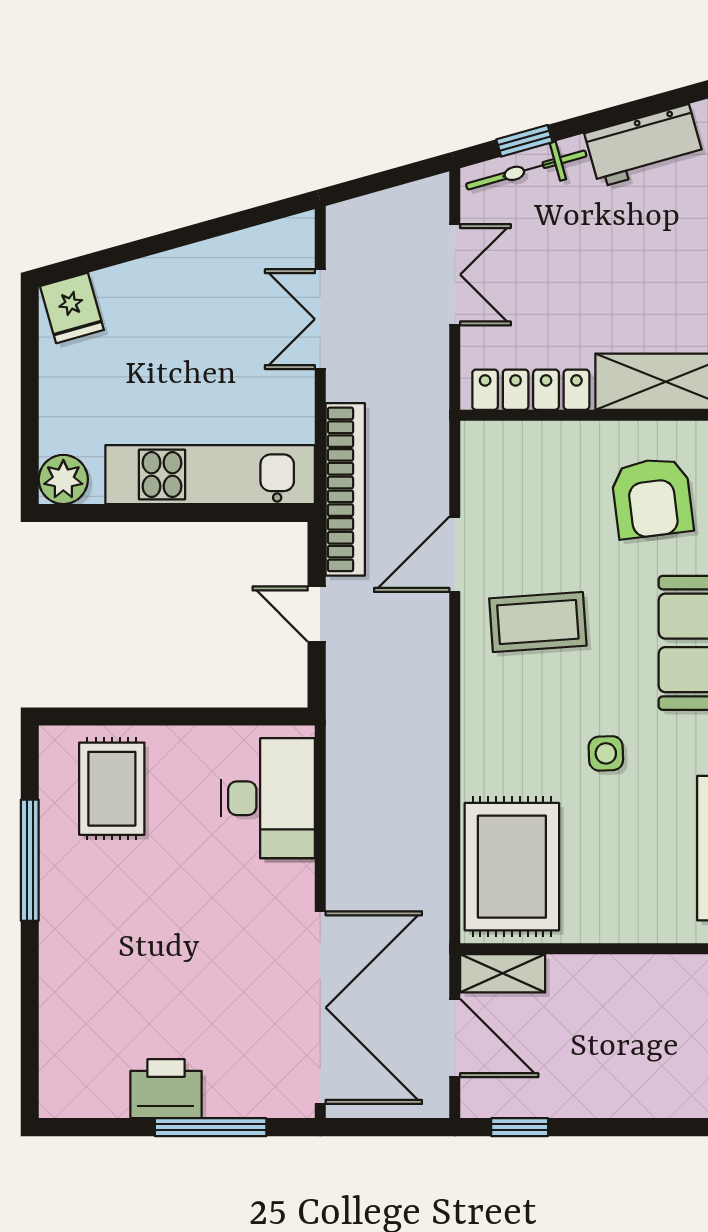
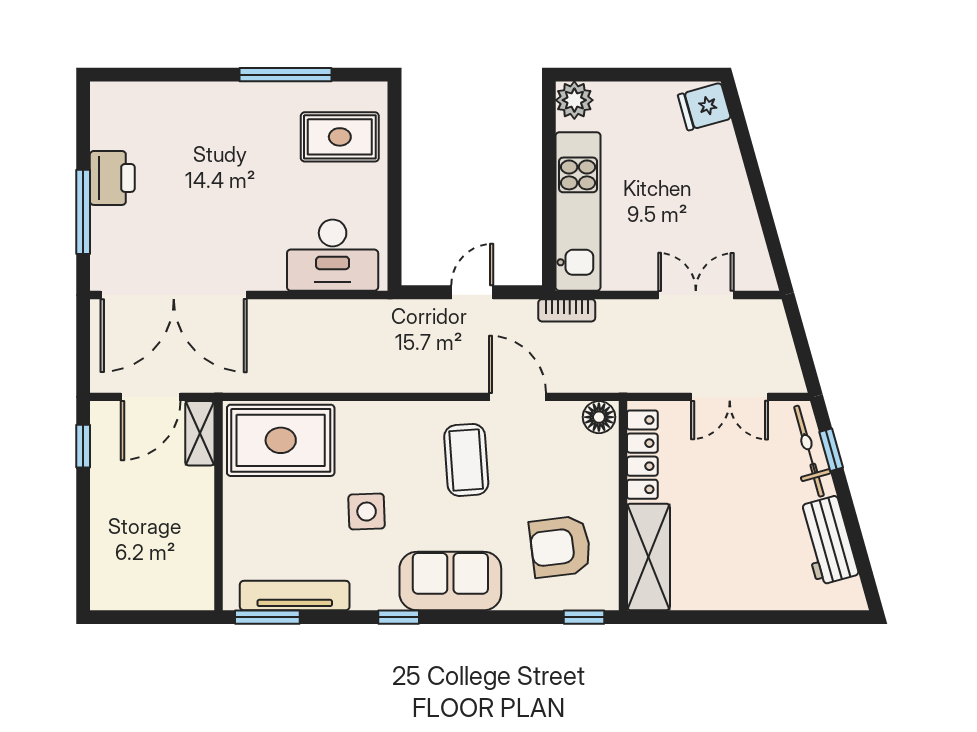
floor lamp: (481, 447) -> (599, 417), added
bookcase: (345, 489) -> (567, 310), width x0.43, depth x0.76
side table: (606, 753) -> (367, 512), width x1.37, depth x1.37

